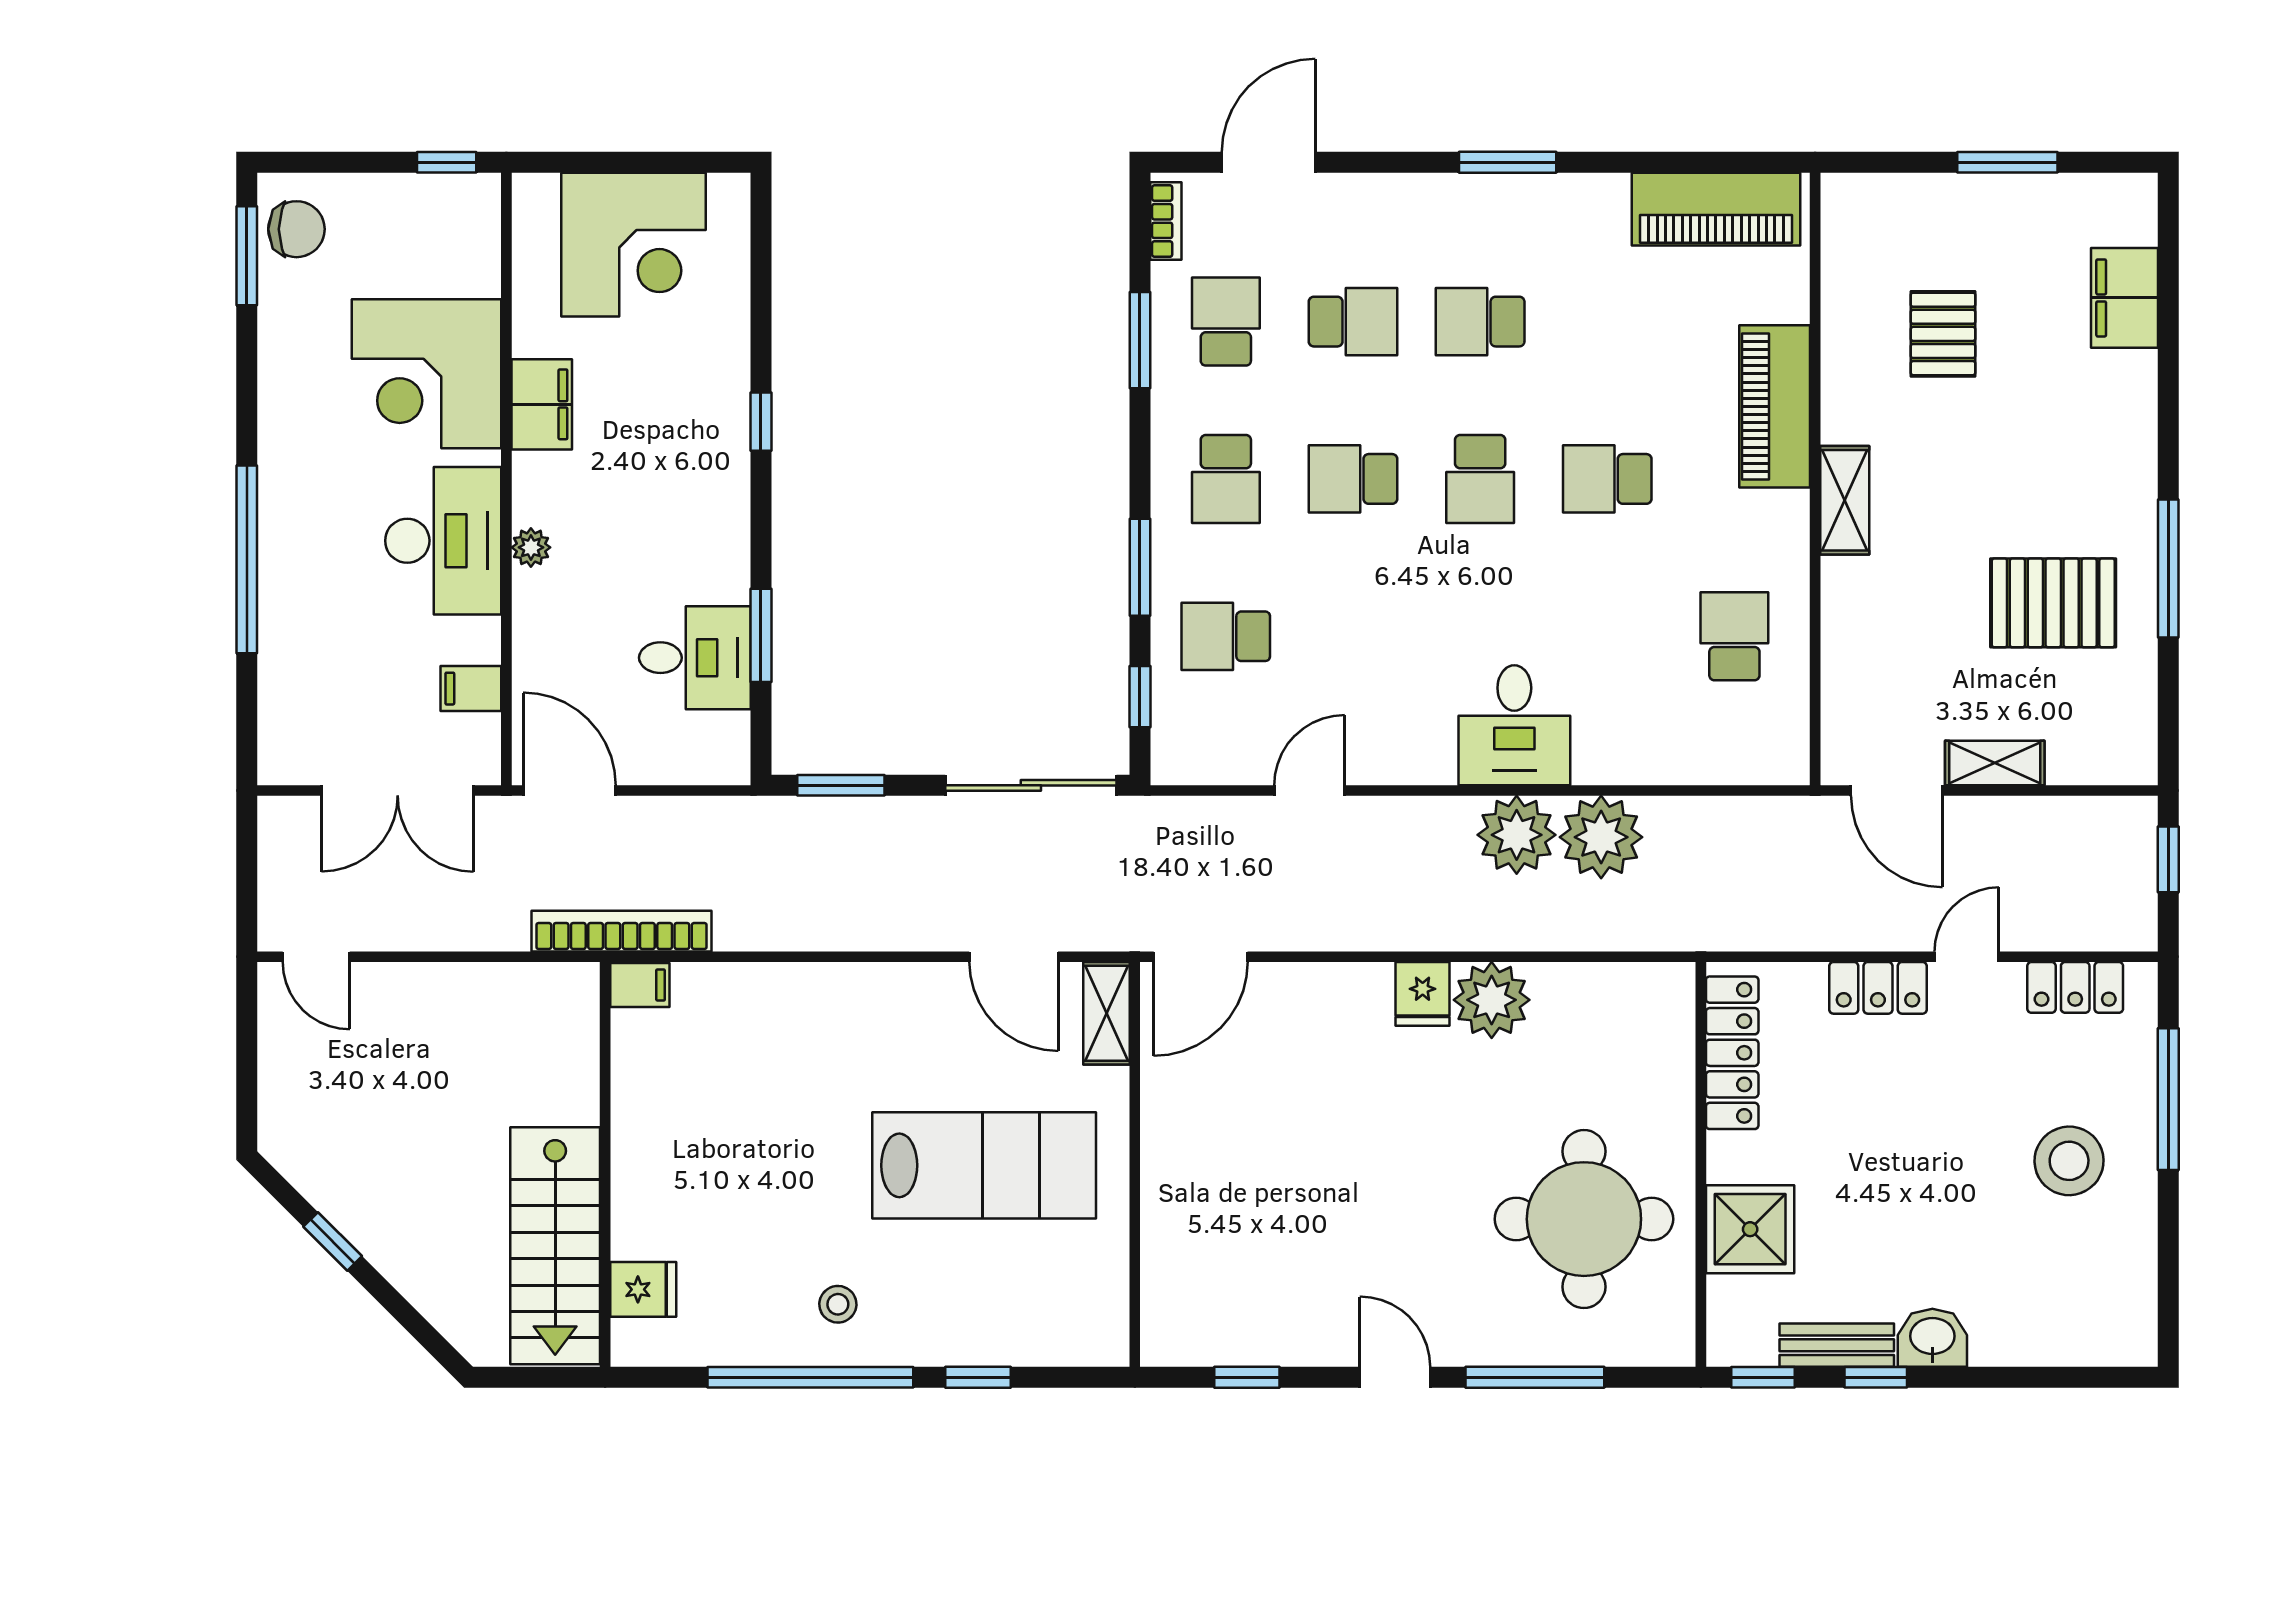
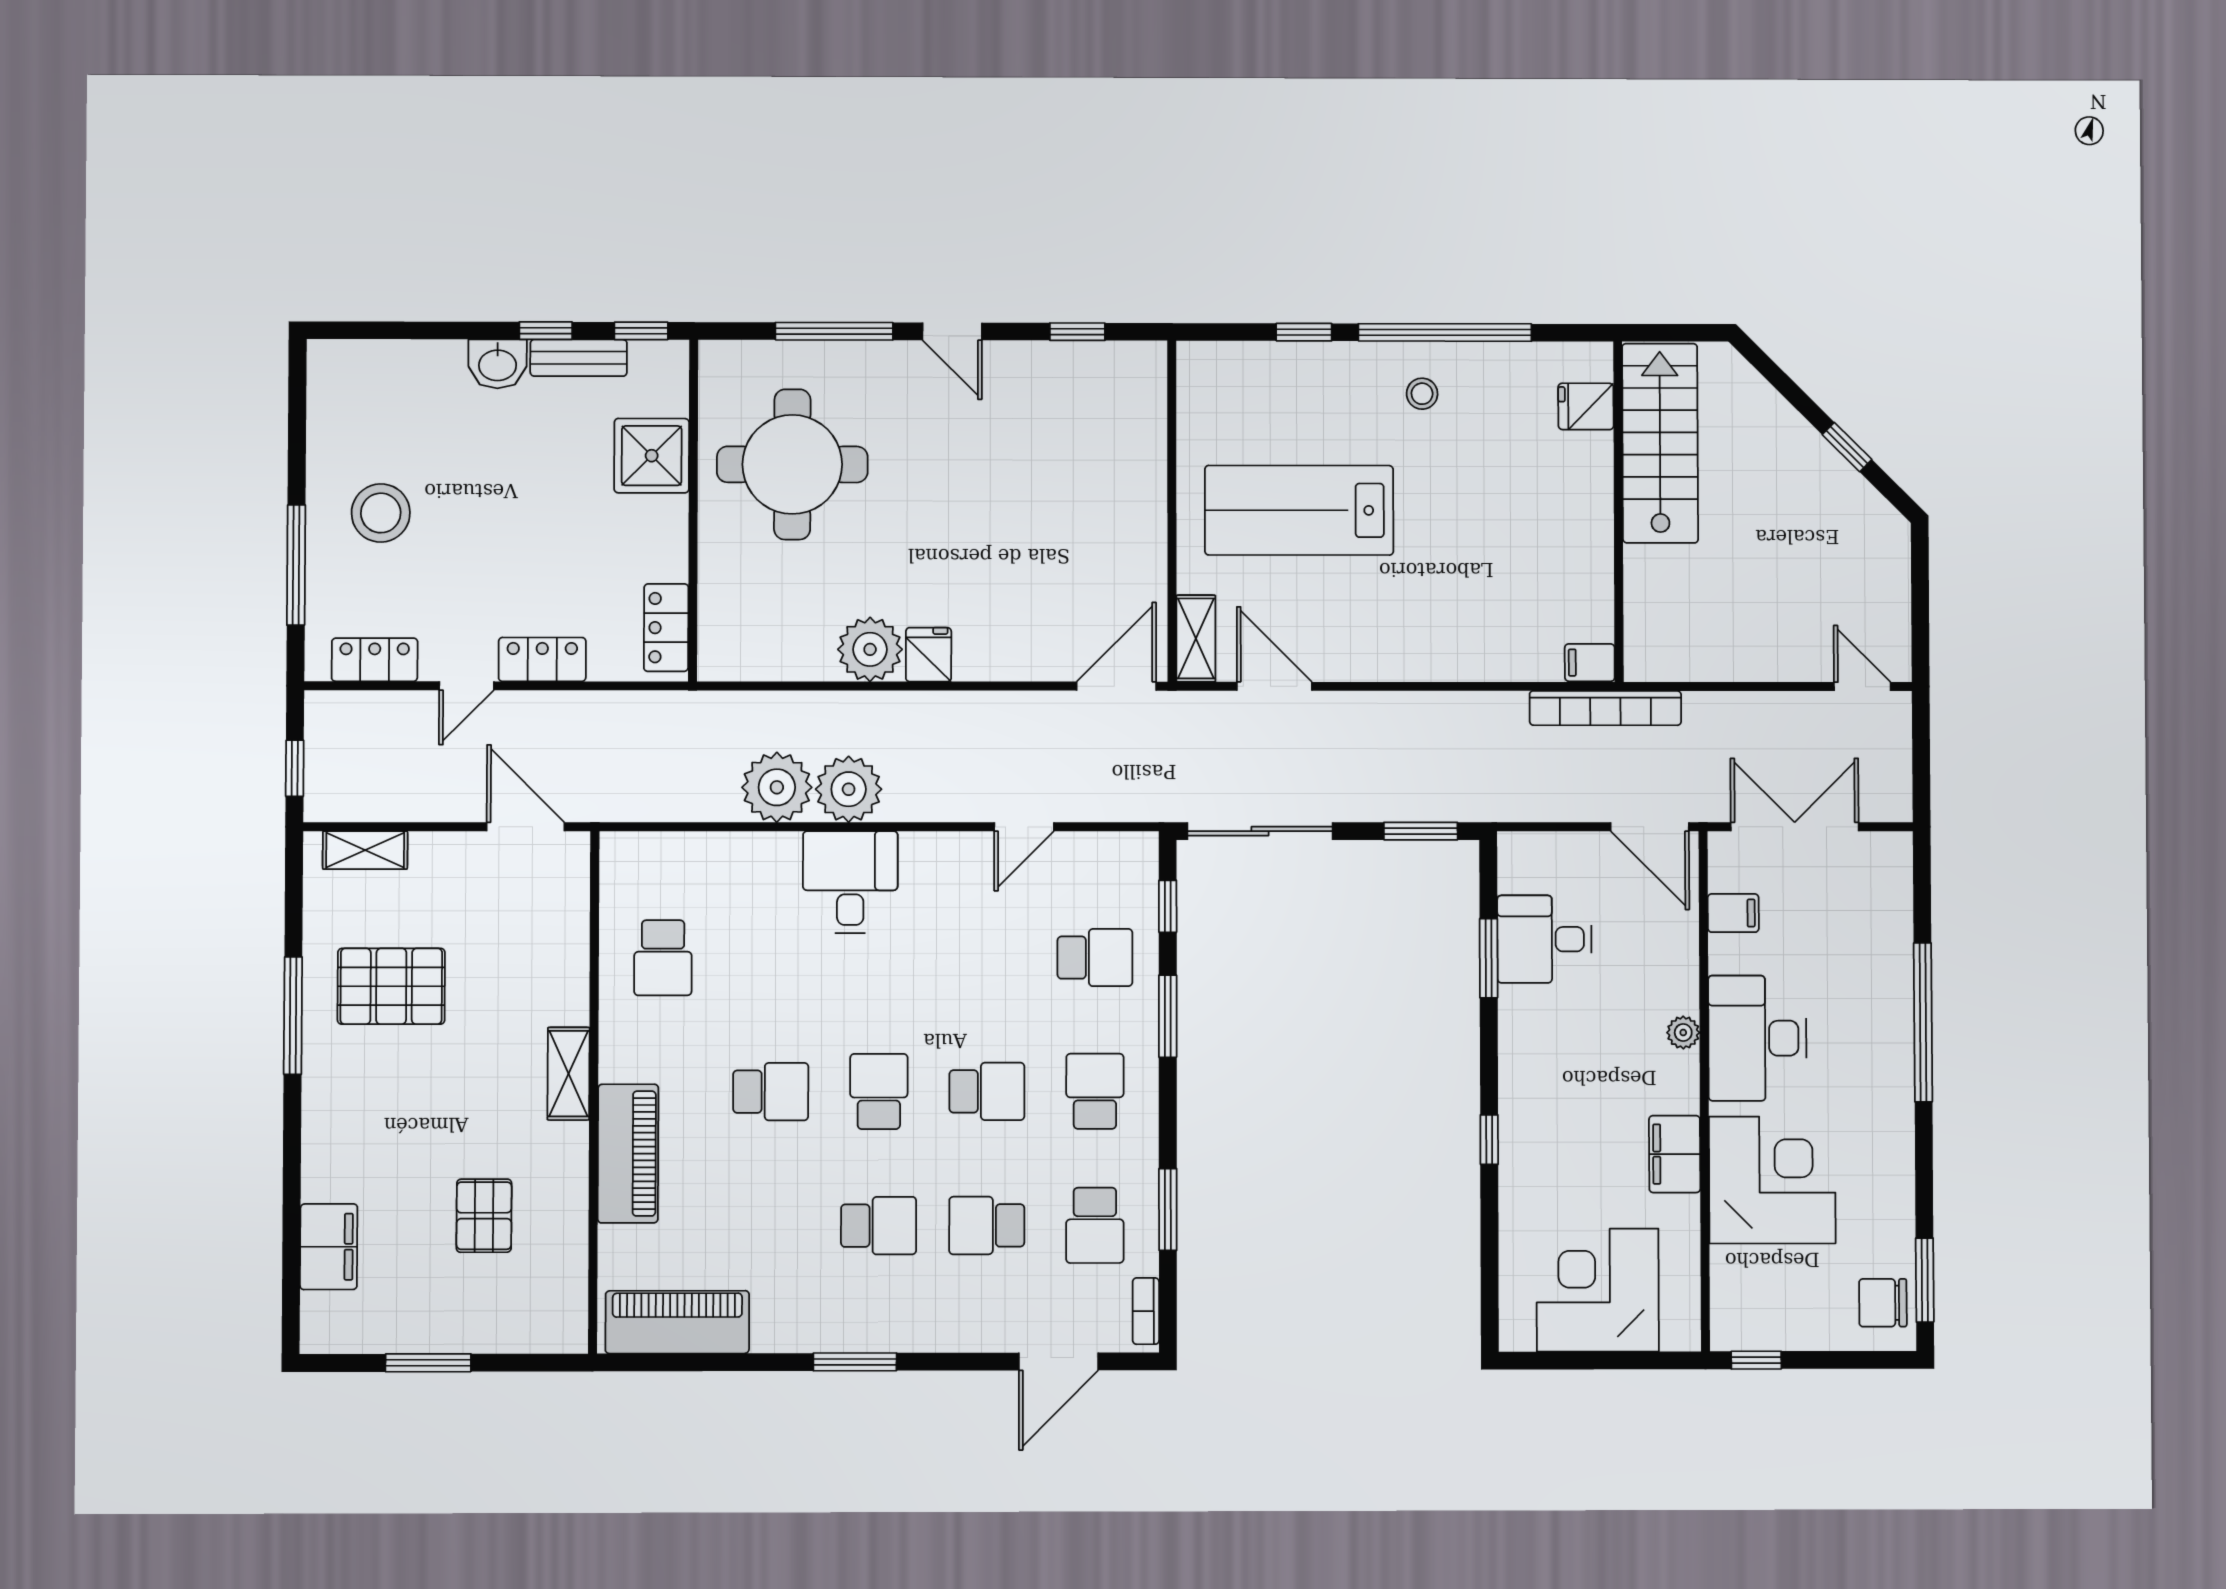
shelving: (1995, 763) -> (365, 850), moved
locker: (1732, 1053) -> (666, 628), width x0.66

